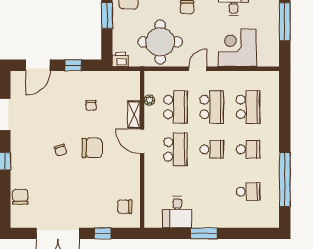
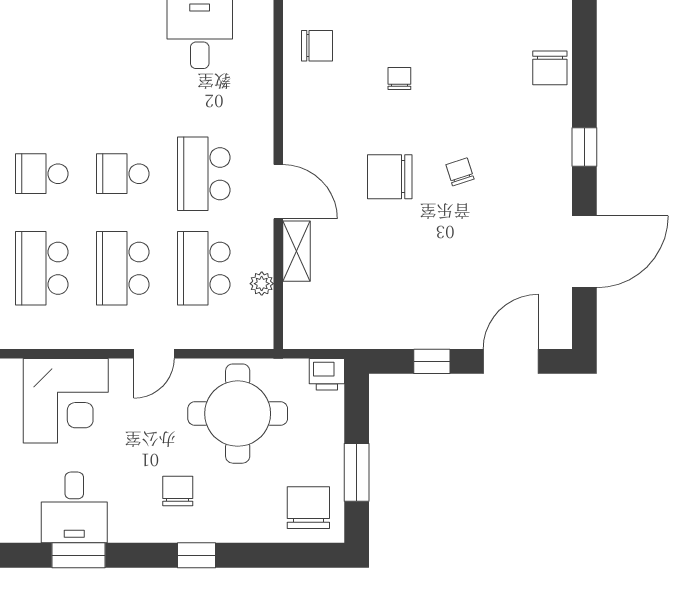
chair: (91, 105) -> (399, 79), moved
school desk: (248, 192) -> (42, 79), removed

